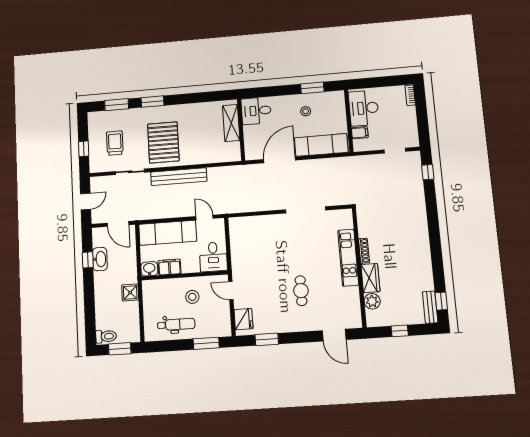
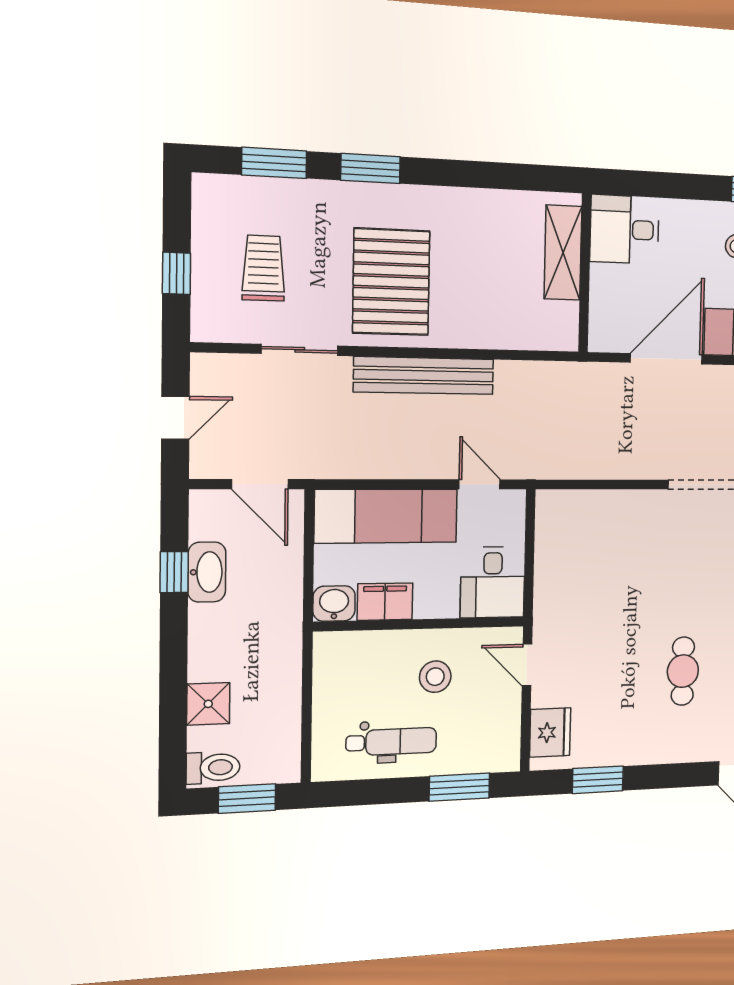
shower: (130, 292) -> (208, 704), moved

